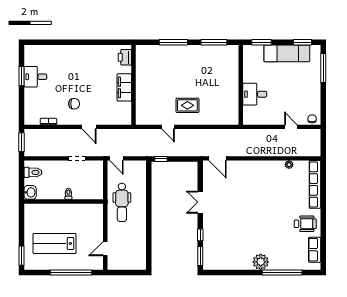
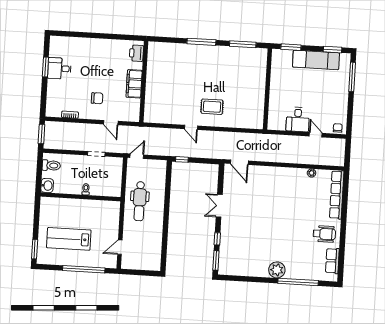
printer: (125, 57) -> (136, 53), moved
wall: (134, 85) -> (144, 82), moved
filing cabinet: (124, 87) -> (134, 84), moved
desk: (255, 94) -> (298, 119), moved, turned -90
door: (116, 158) -> (137, 156), swing flipped

